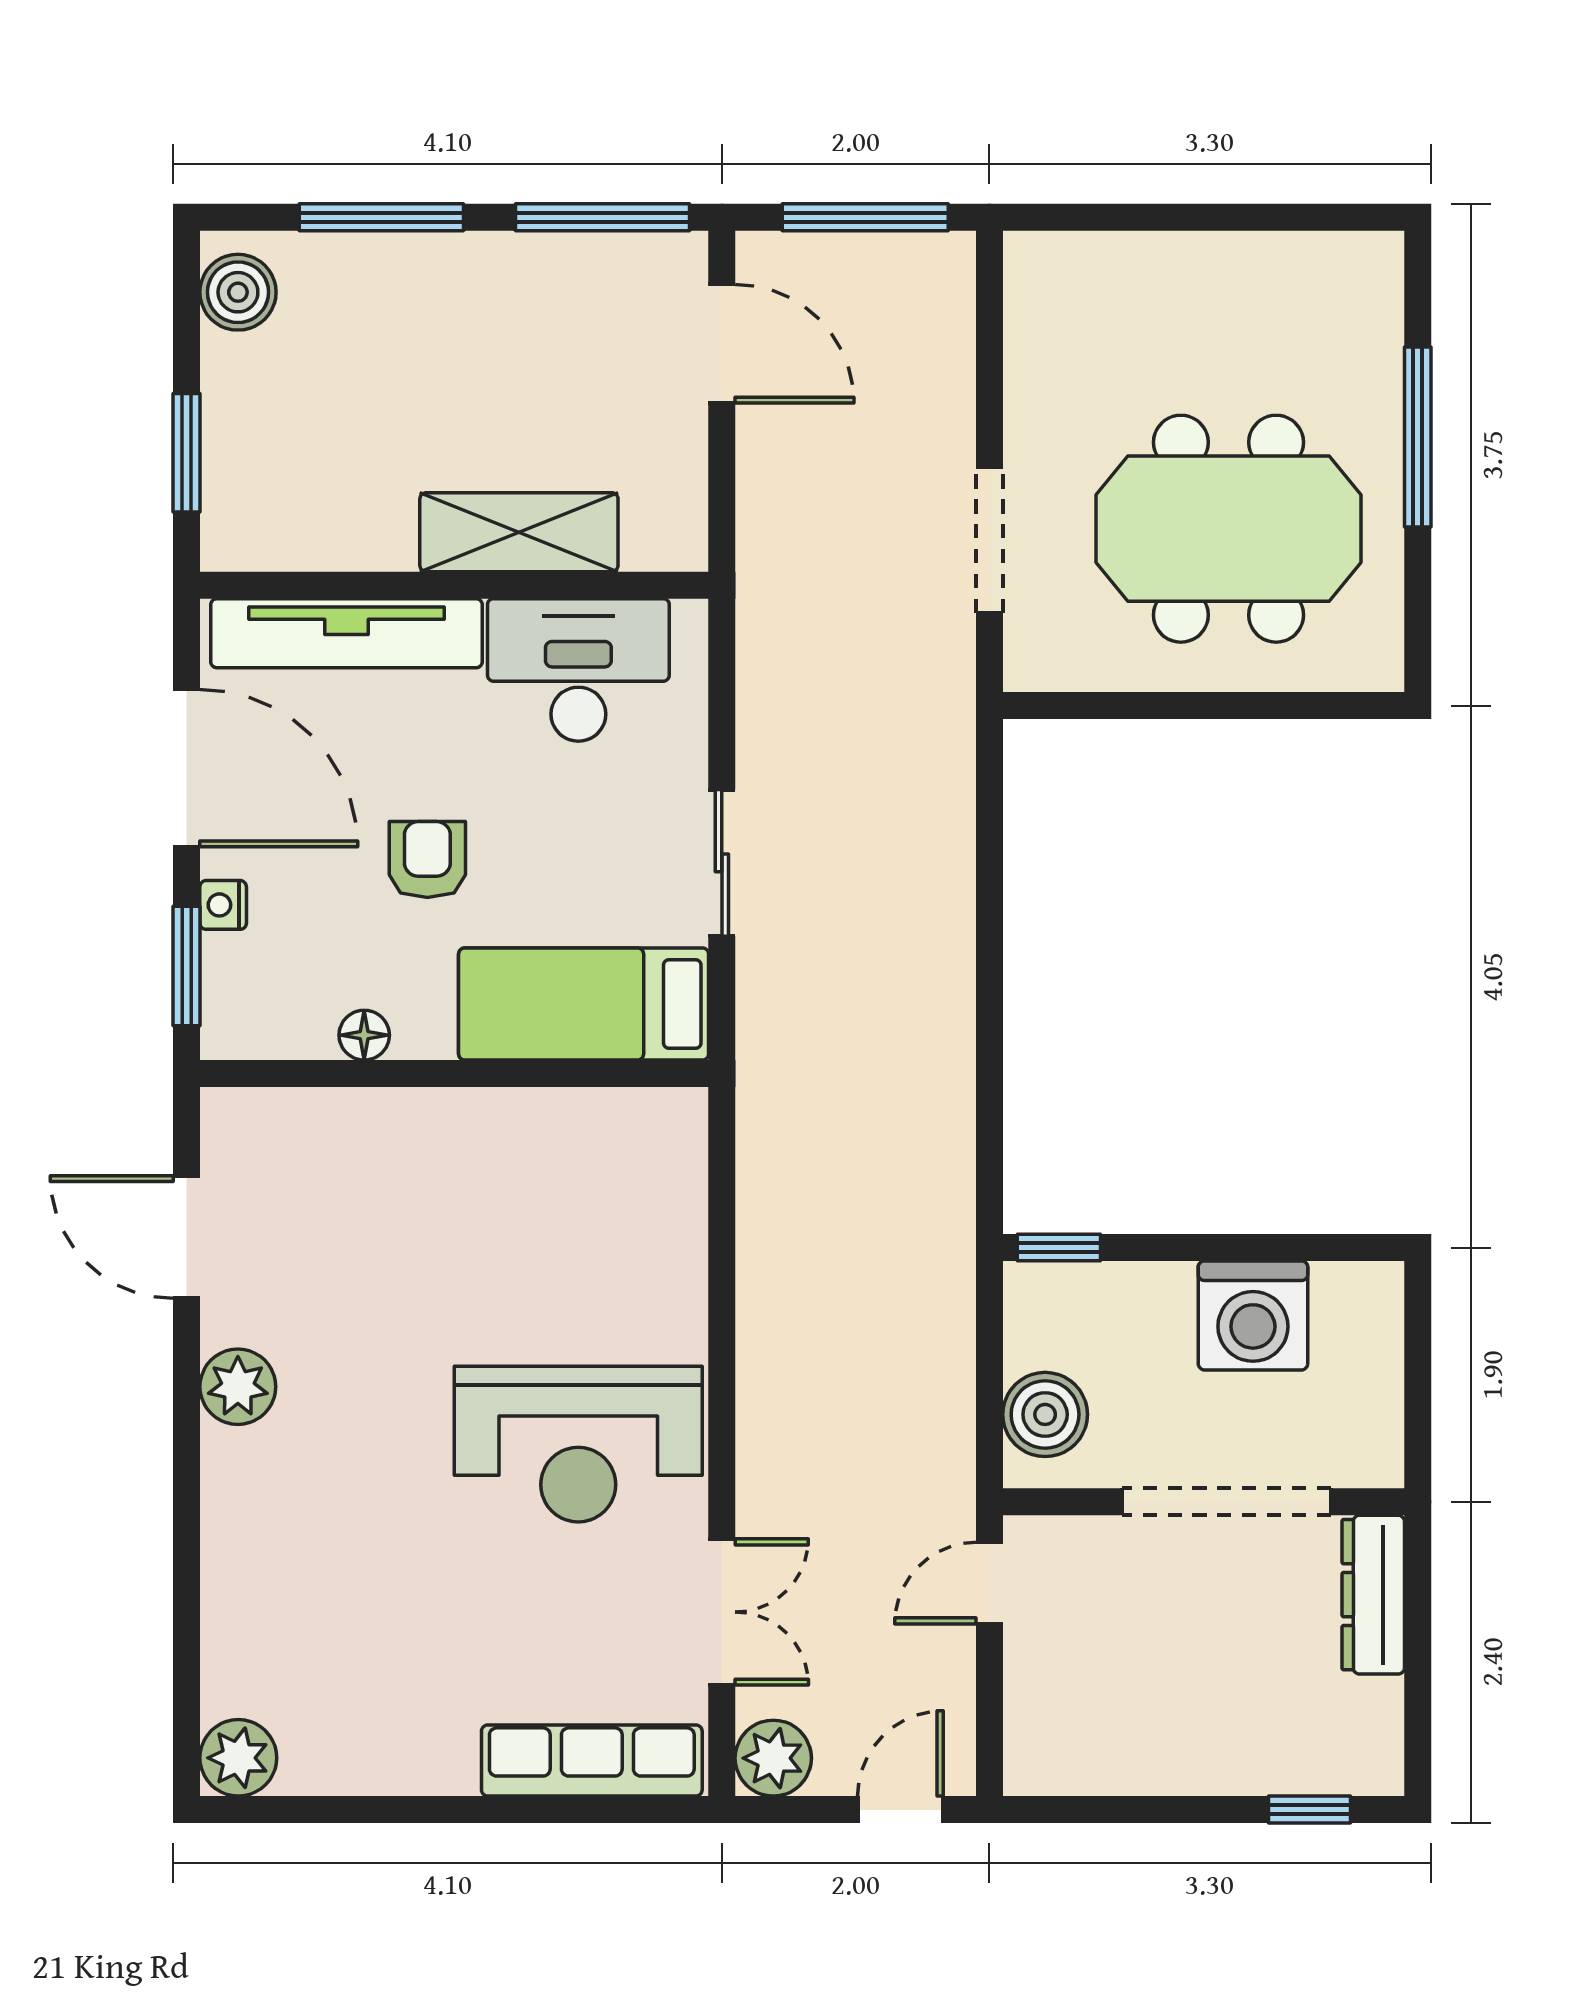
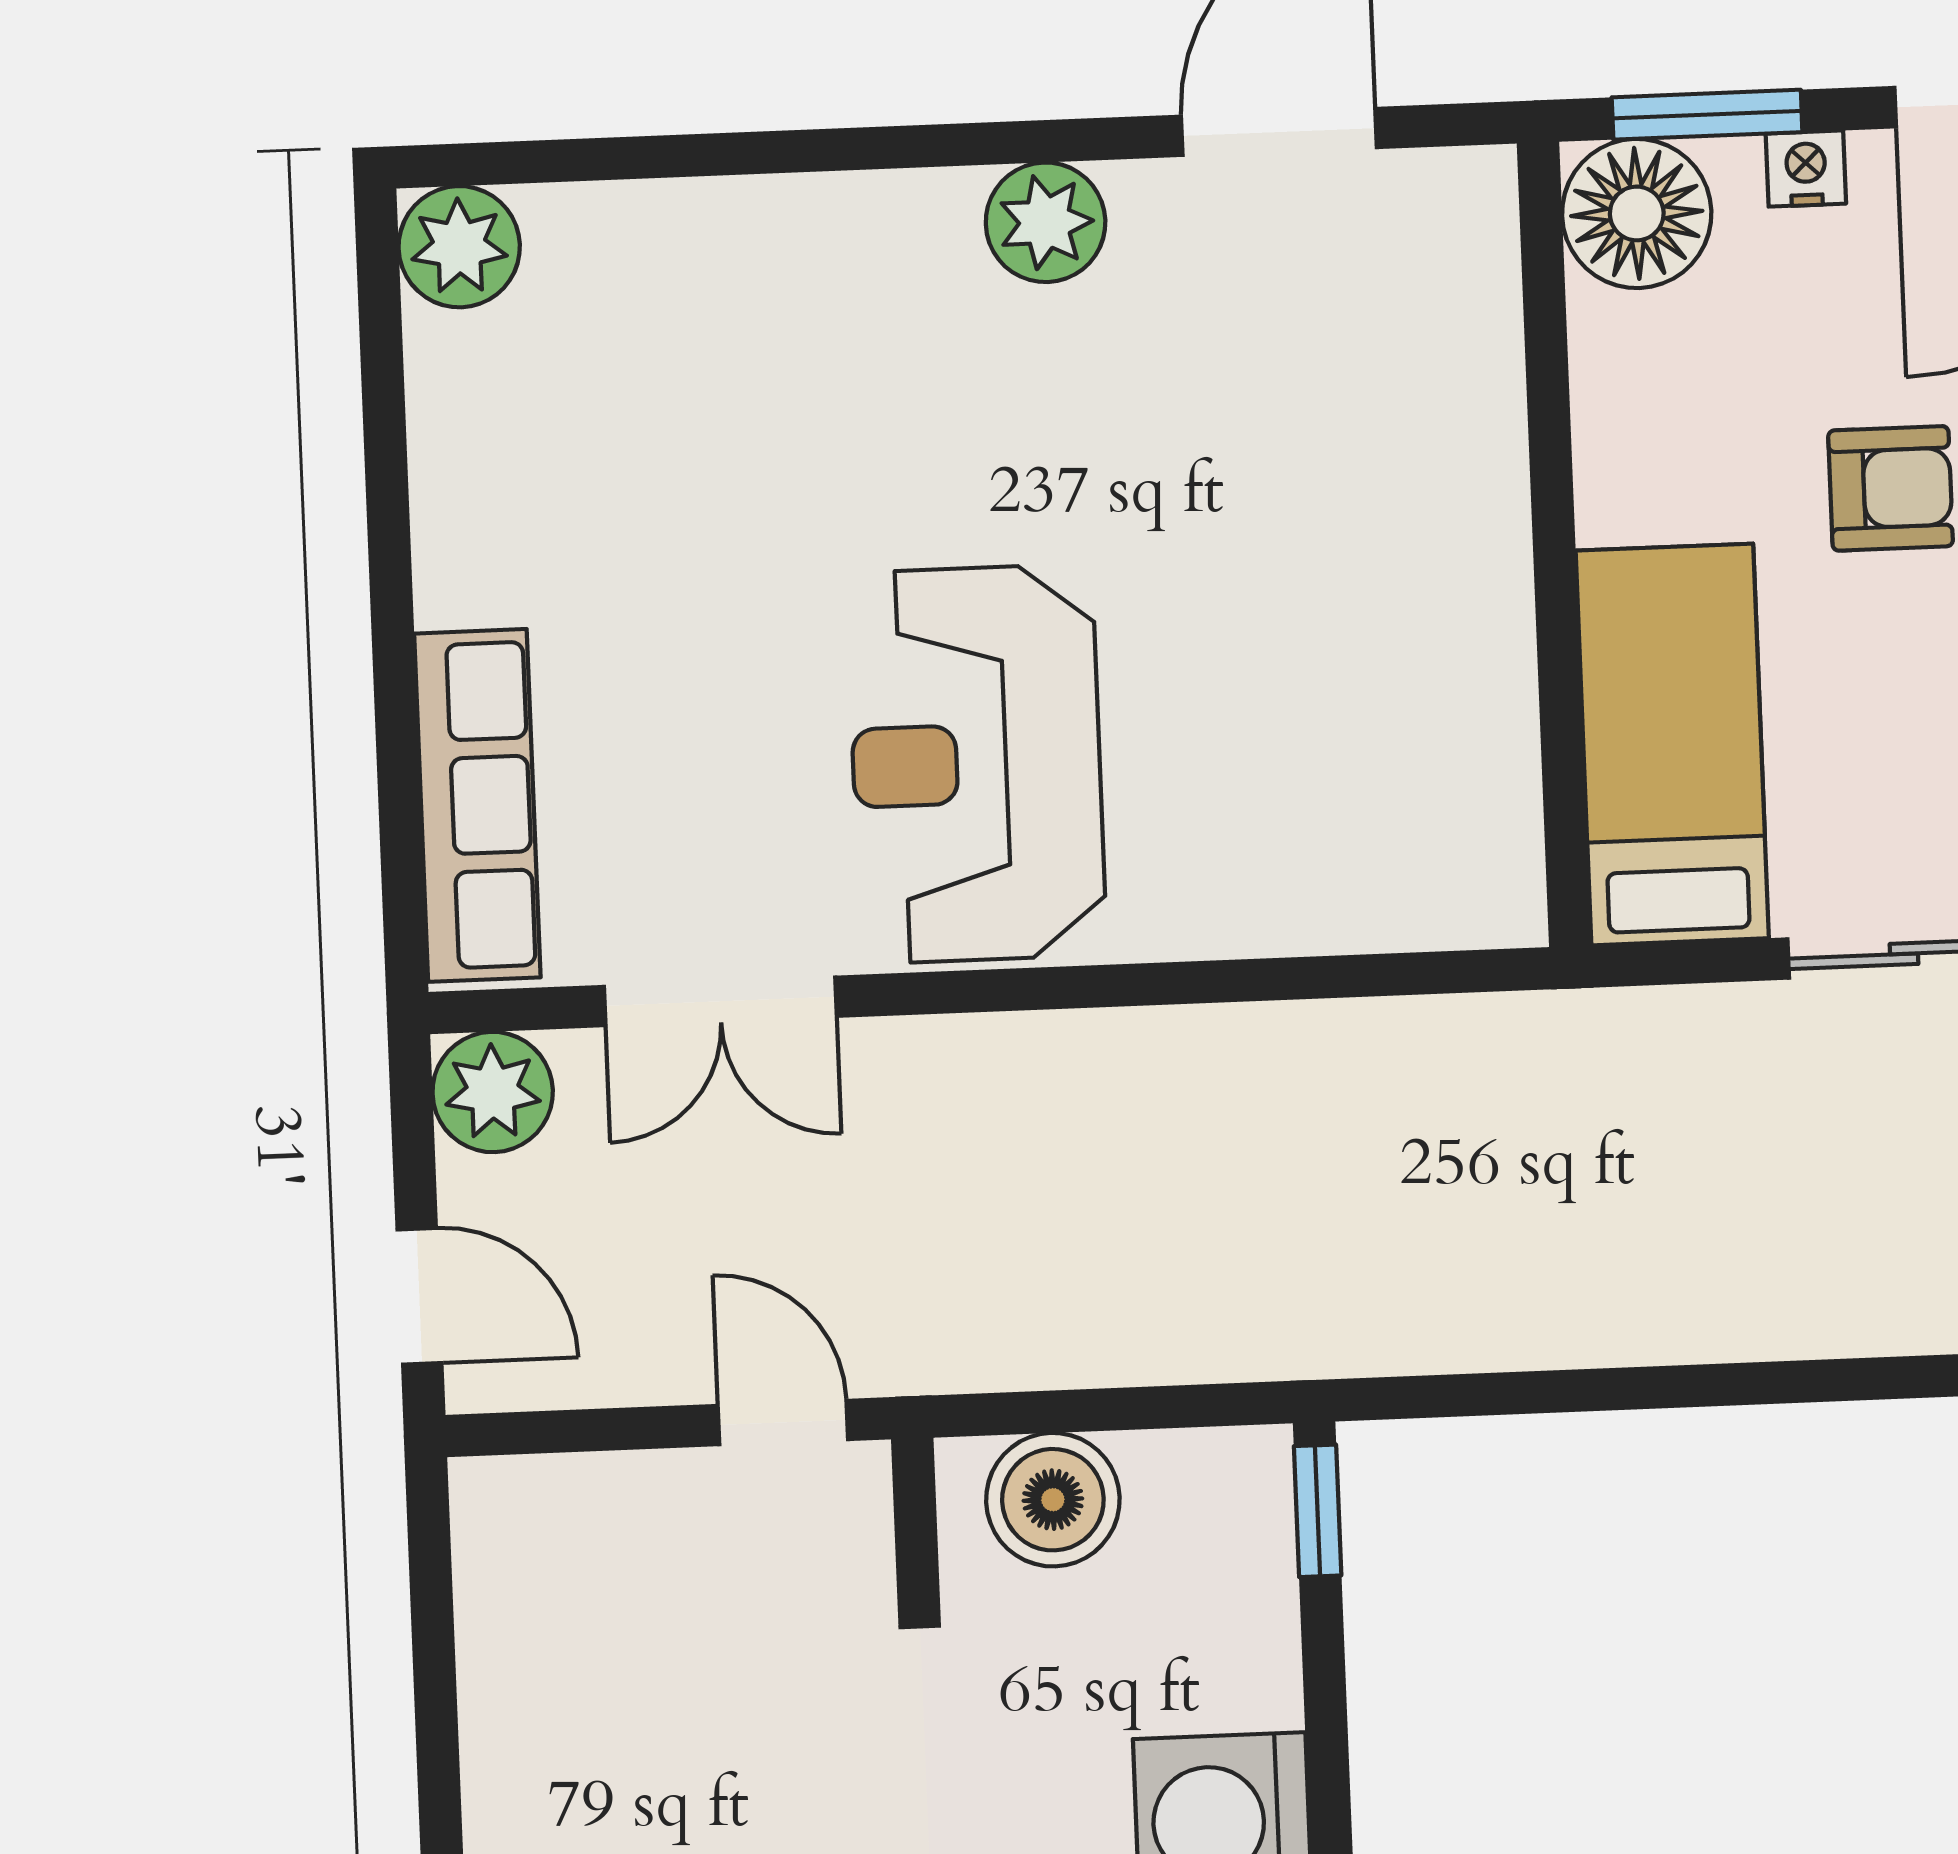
floor lamp: (364, 1035) -> (1637, 213), moved, width x1.89, depth x1.89

